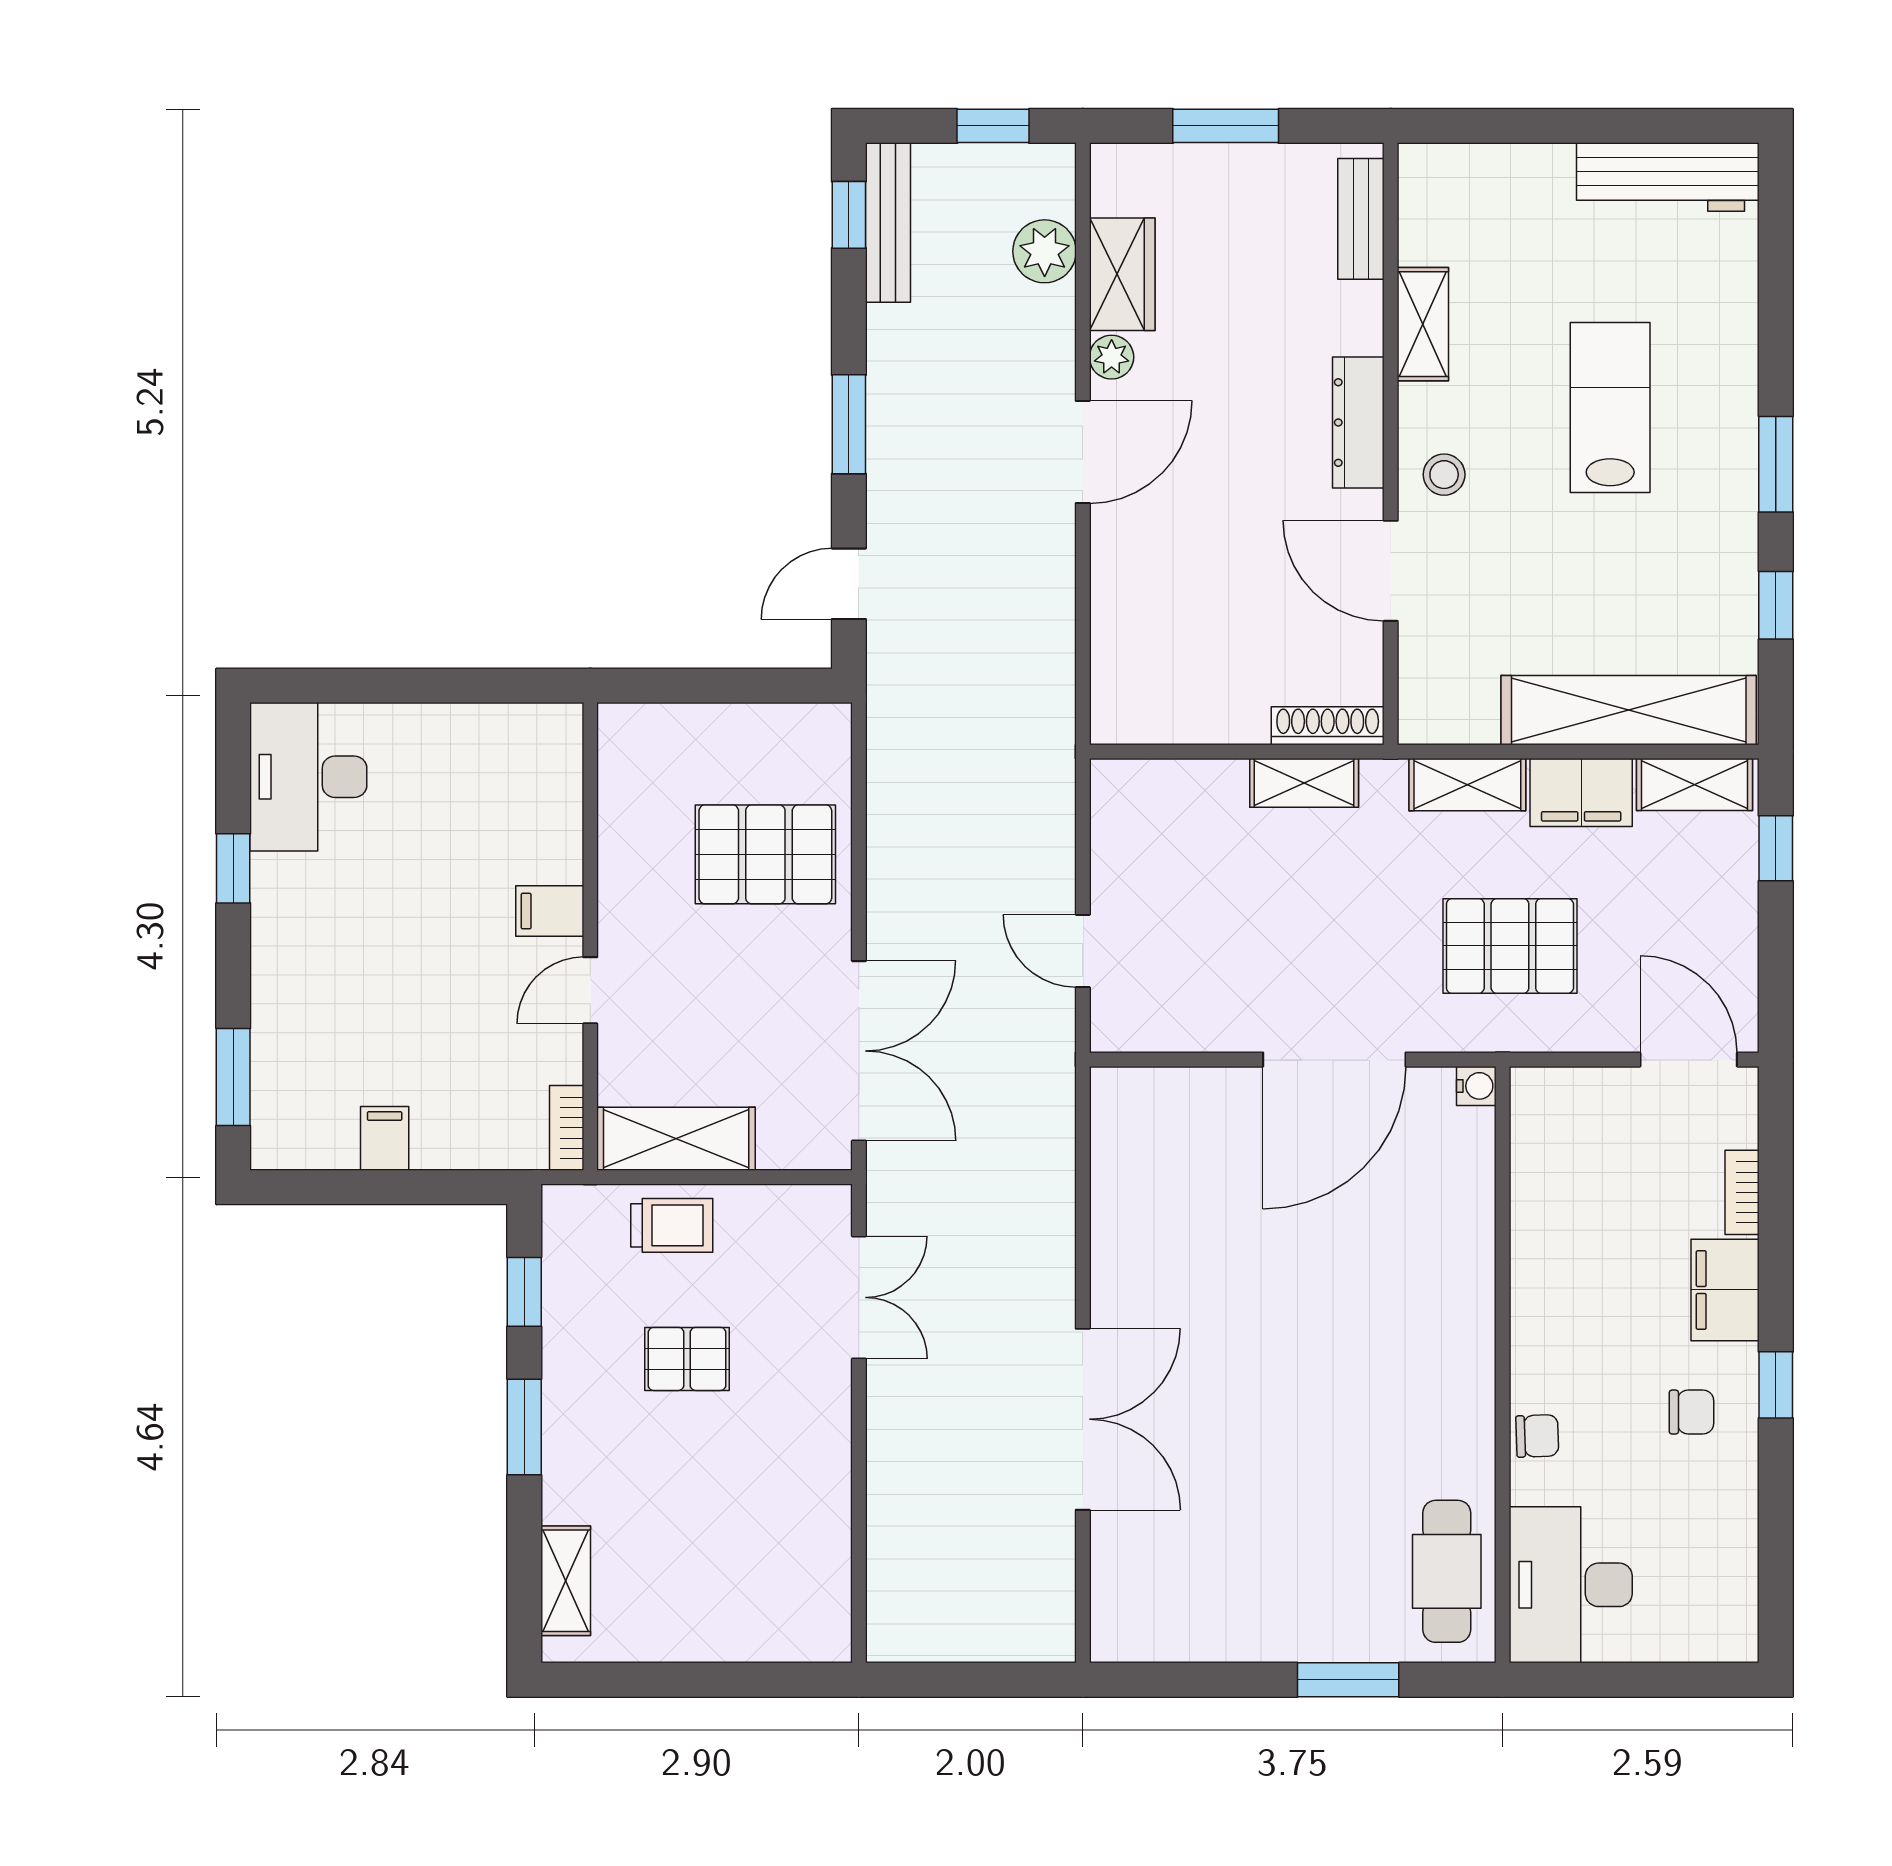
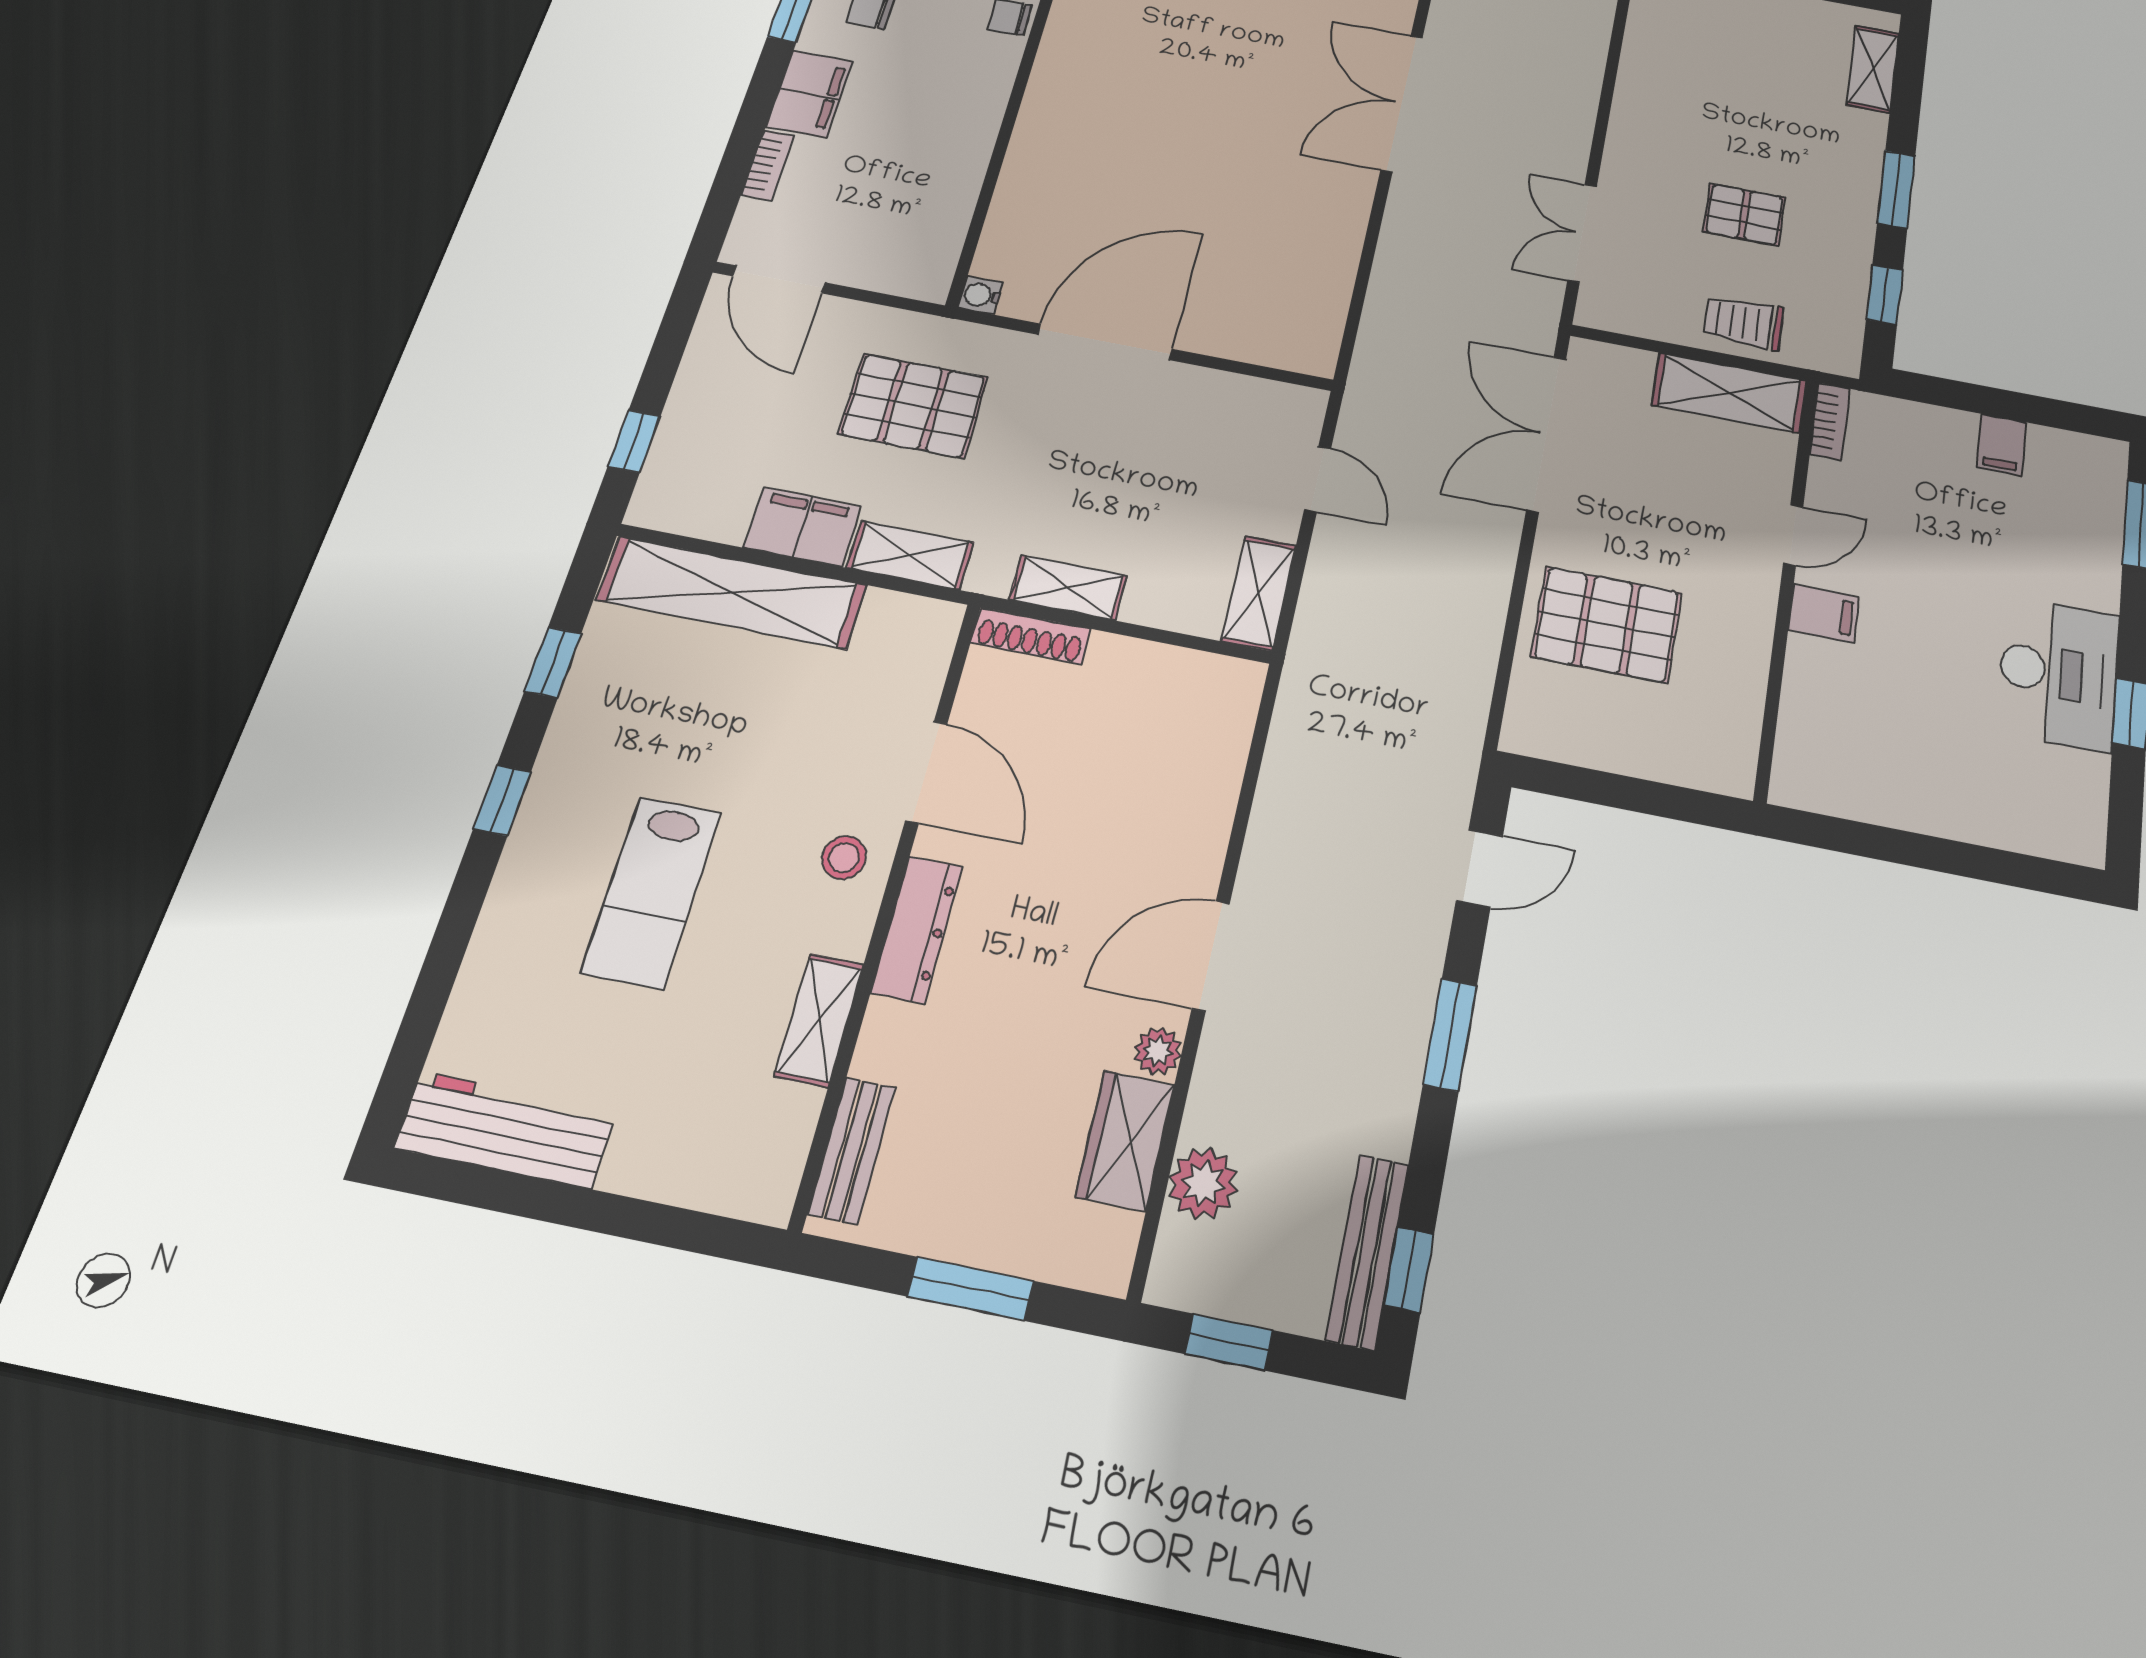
window: (1776, 464) -> (502, 800), width x0.67
desk: (308, 777) -> (2058, 673), moved
shelving: (1694, 784) -> (1259, 593), moved, turned 90

